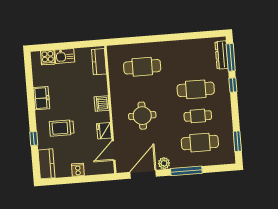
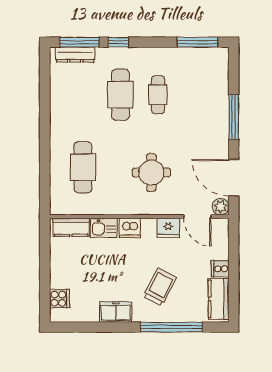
kitchen sink: (65, 56) -> (104, 228), moved, turned 90
trolley: (62, 128) -> (160, 287), turned -152
window: (34, 138) -> (171, 327), width x3.17
window: (237, 141) -> (197, 42), width x1.44
cafe table: (200, 143) -> (196, 95), removed
plant: (164, 163) -> (221, 207), moved
kitchen counter: (47, 164) -> (219, 299), moved, turned -90

